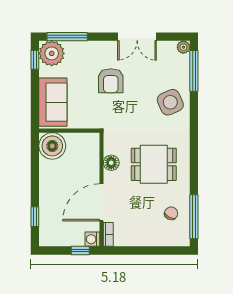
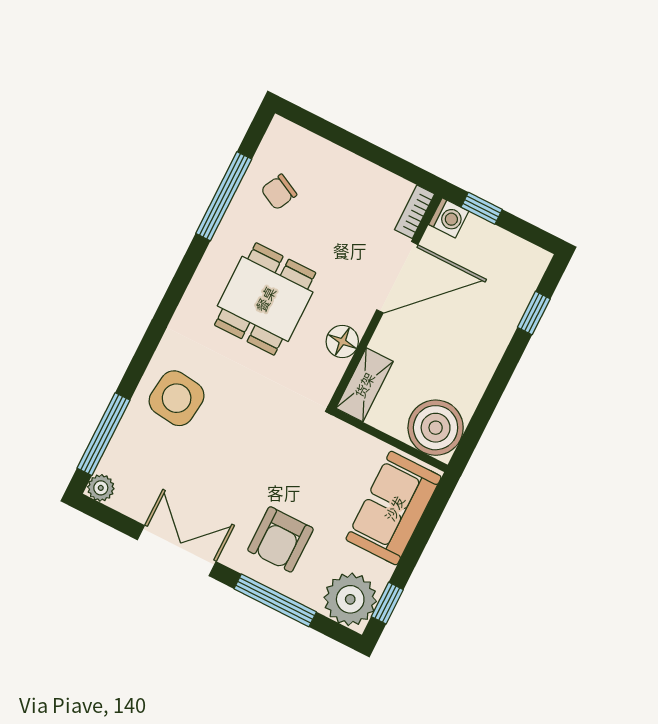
window: (67, 37) -> (275, 600), moved
armchair: (111, 81) -> (280, 539), moved, turned 180
side table: (170, 102) -> (177, 398), turned 31
shelving: (92, 149) -> (364, 385), added
dining table: (154, 164) -> (265, 299), turned 90
window: (194, 217) -> (224, 196), moved

